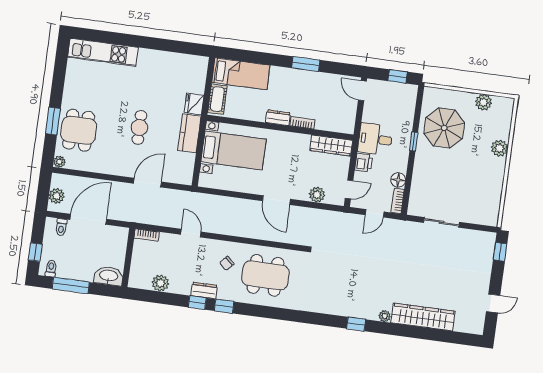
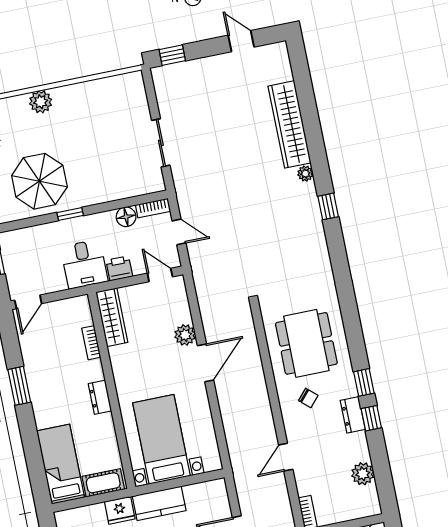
bookcase: (302, 123) -> (91, 343), moved
plant: (317, 195) -> (185, 335), moved

